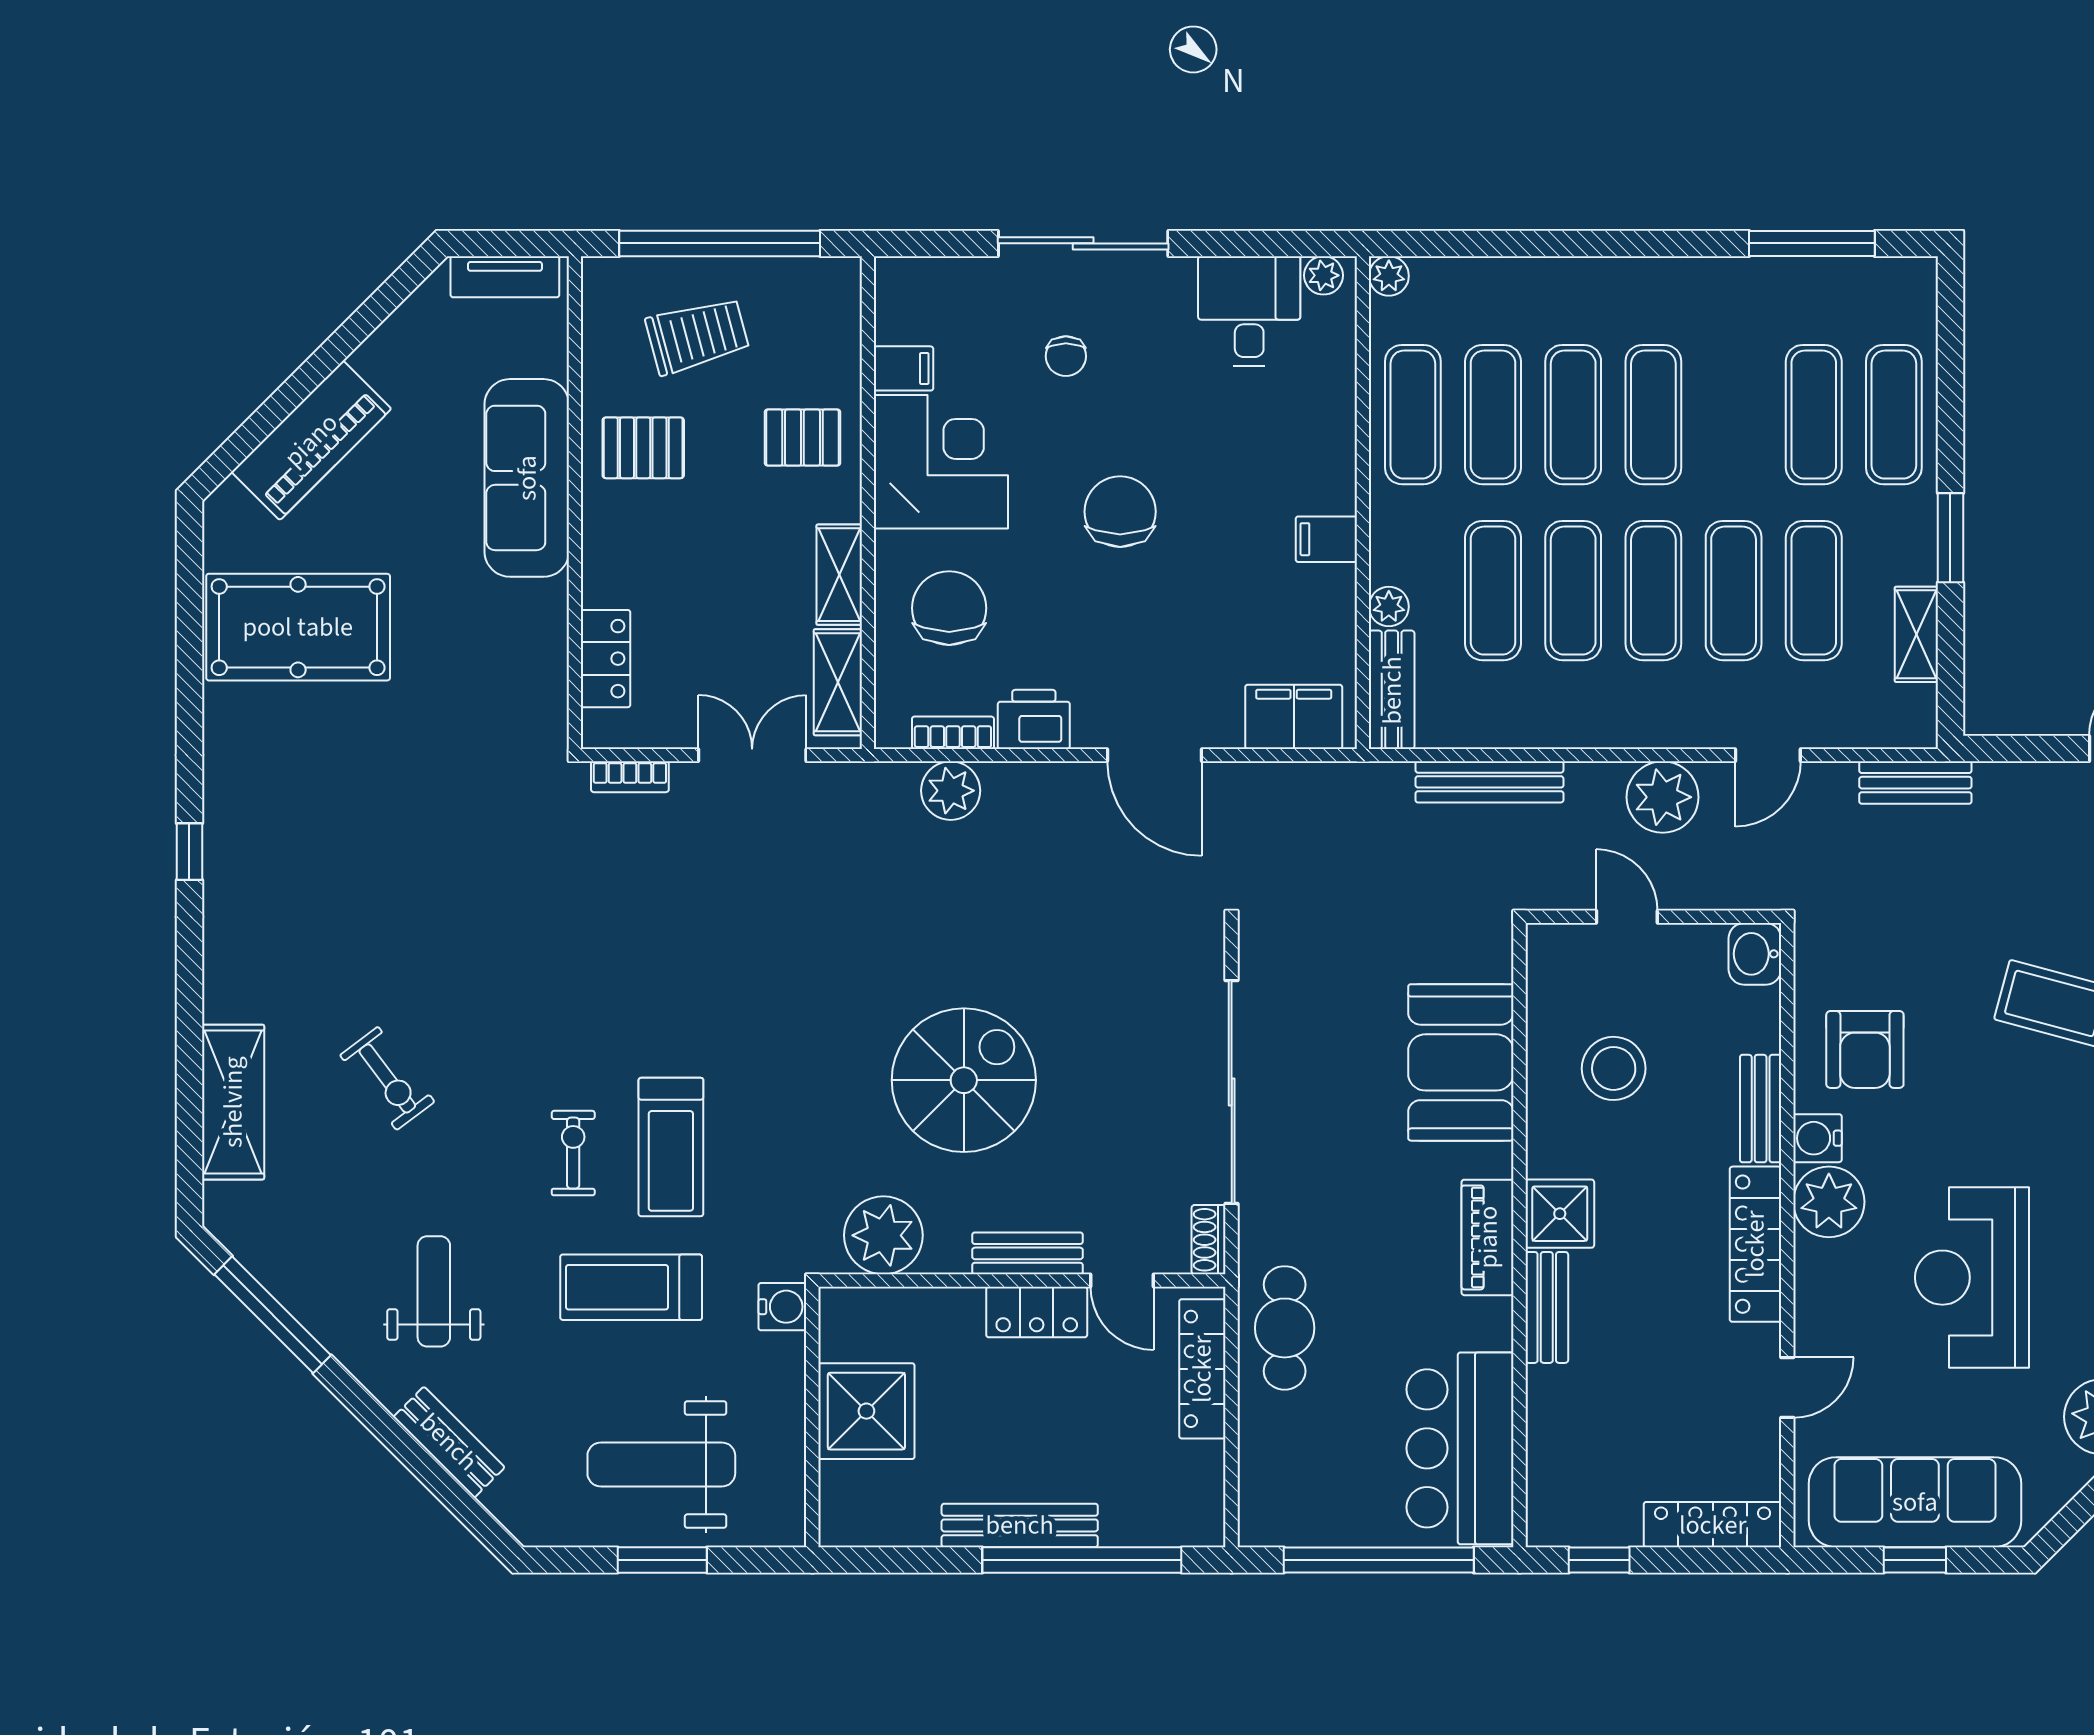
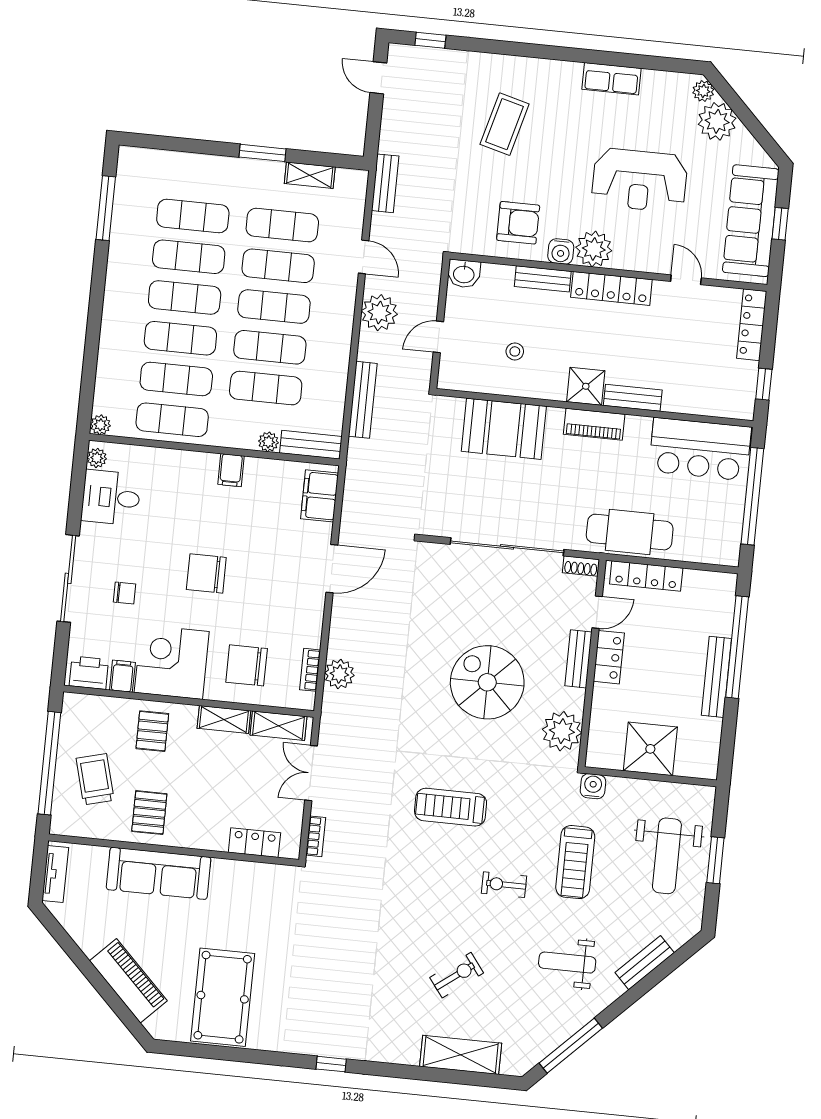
exercise mat: (1894, 415) -> (189, 257), moved
printer: (1034, 719) -> (89, 673), moved, turned 90
stool: (1614, 1068) -> (515, 351), width x0.53, depth x0.53
treadmill: (671, 1147) -> (451, 807), moved, turned 180
cafe table: (1285, 1328) -> (630, 532), width x1.37, depth x1.35

